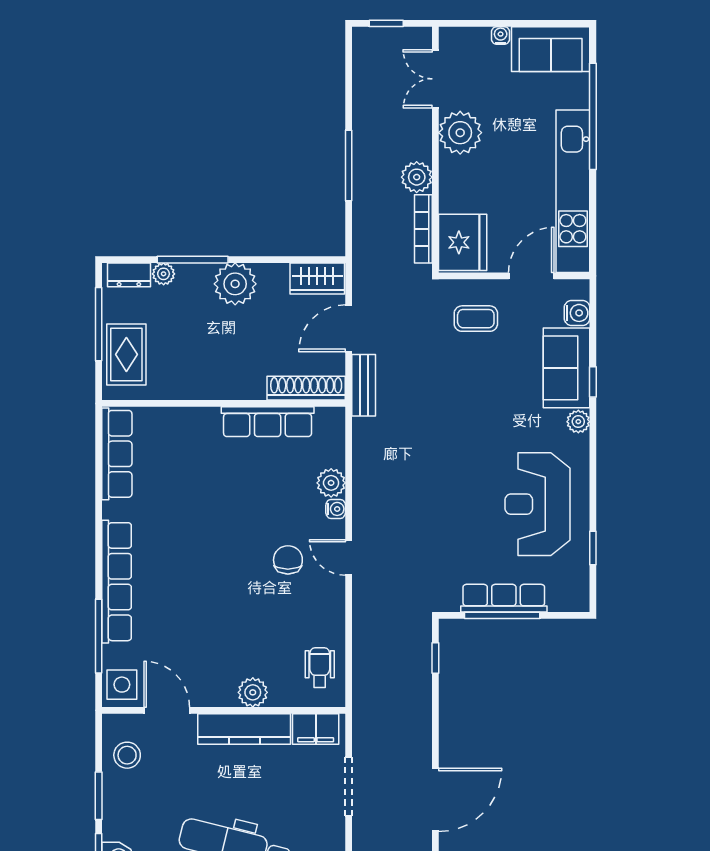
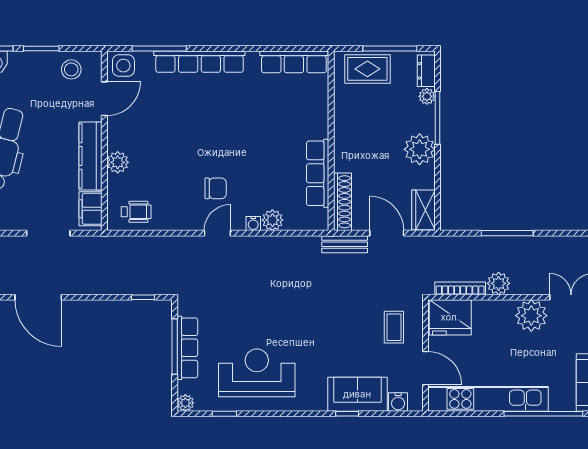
plant: (578, 422) -> (185, 403), moved

